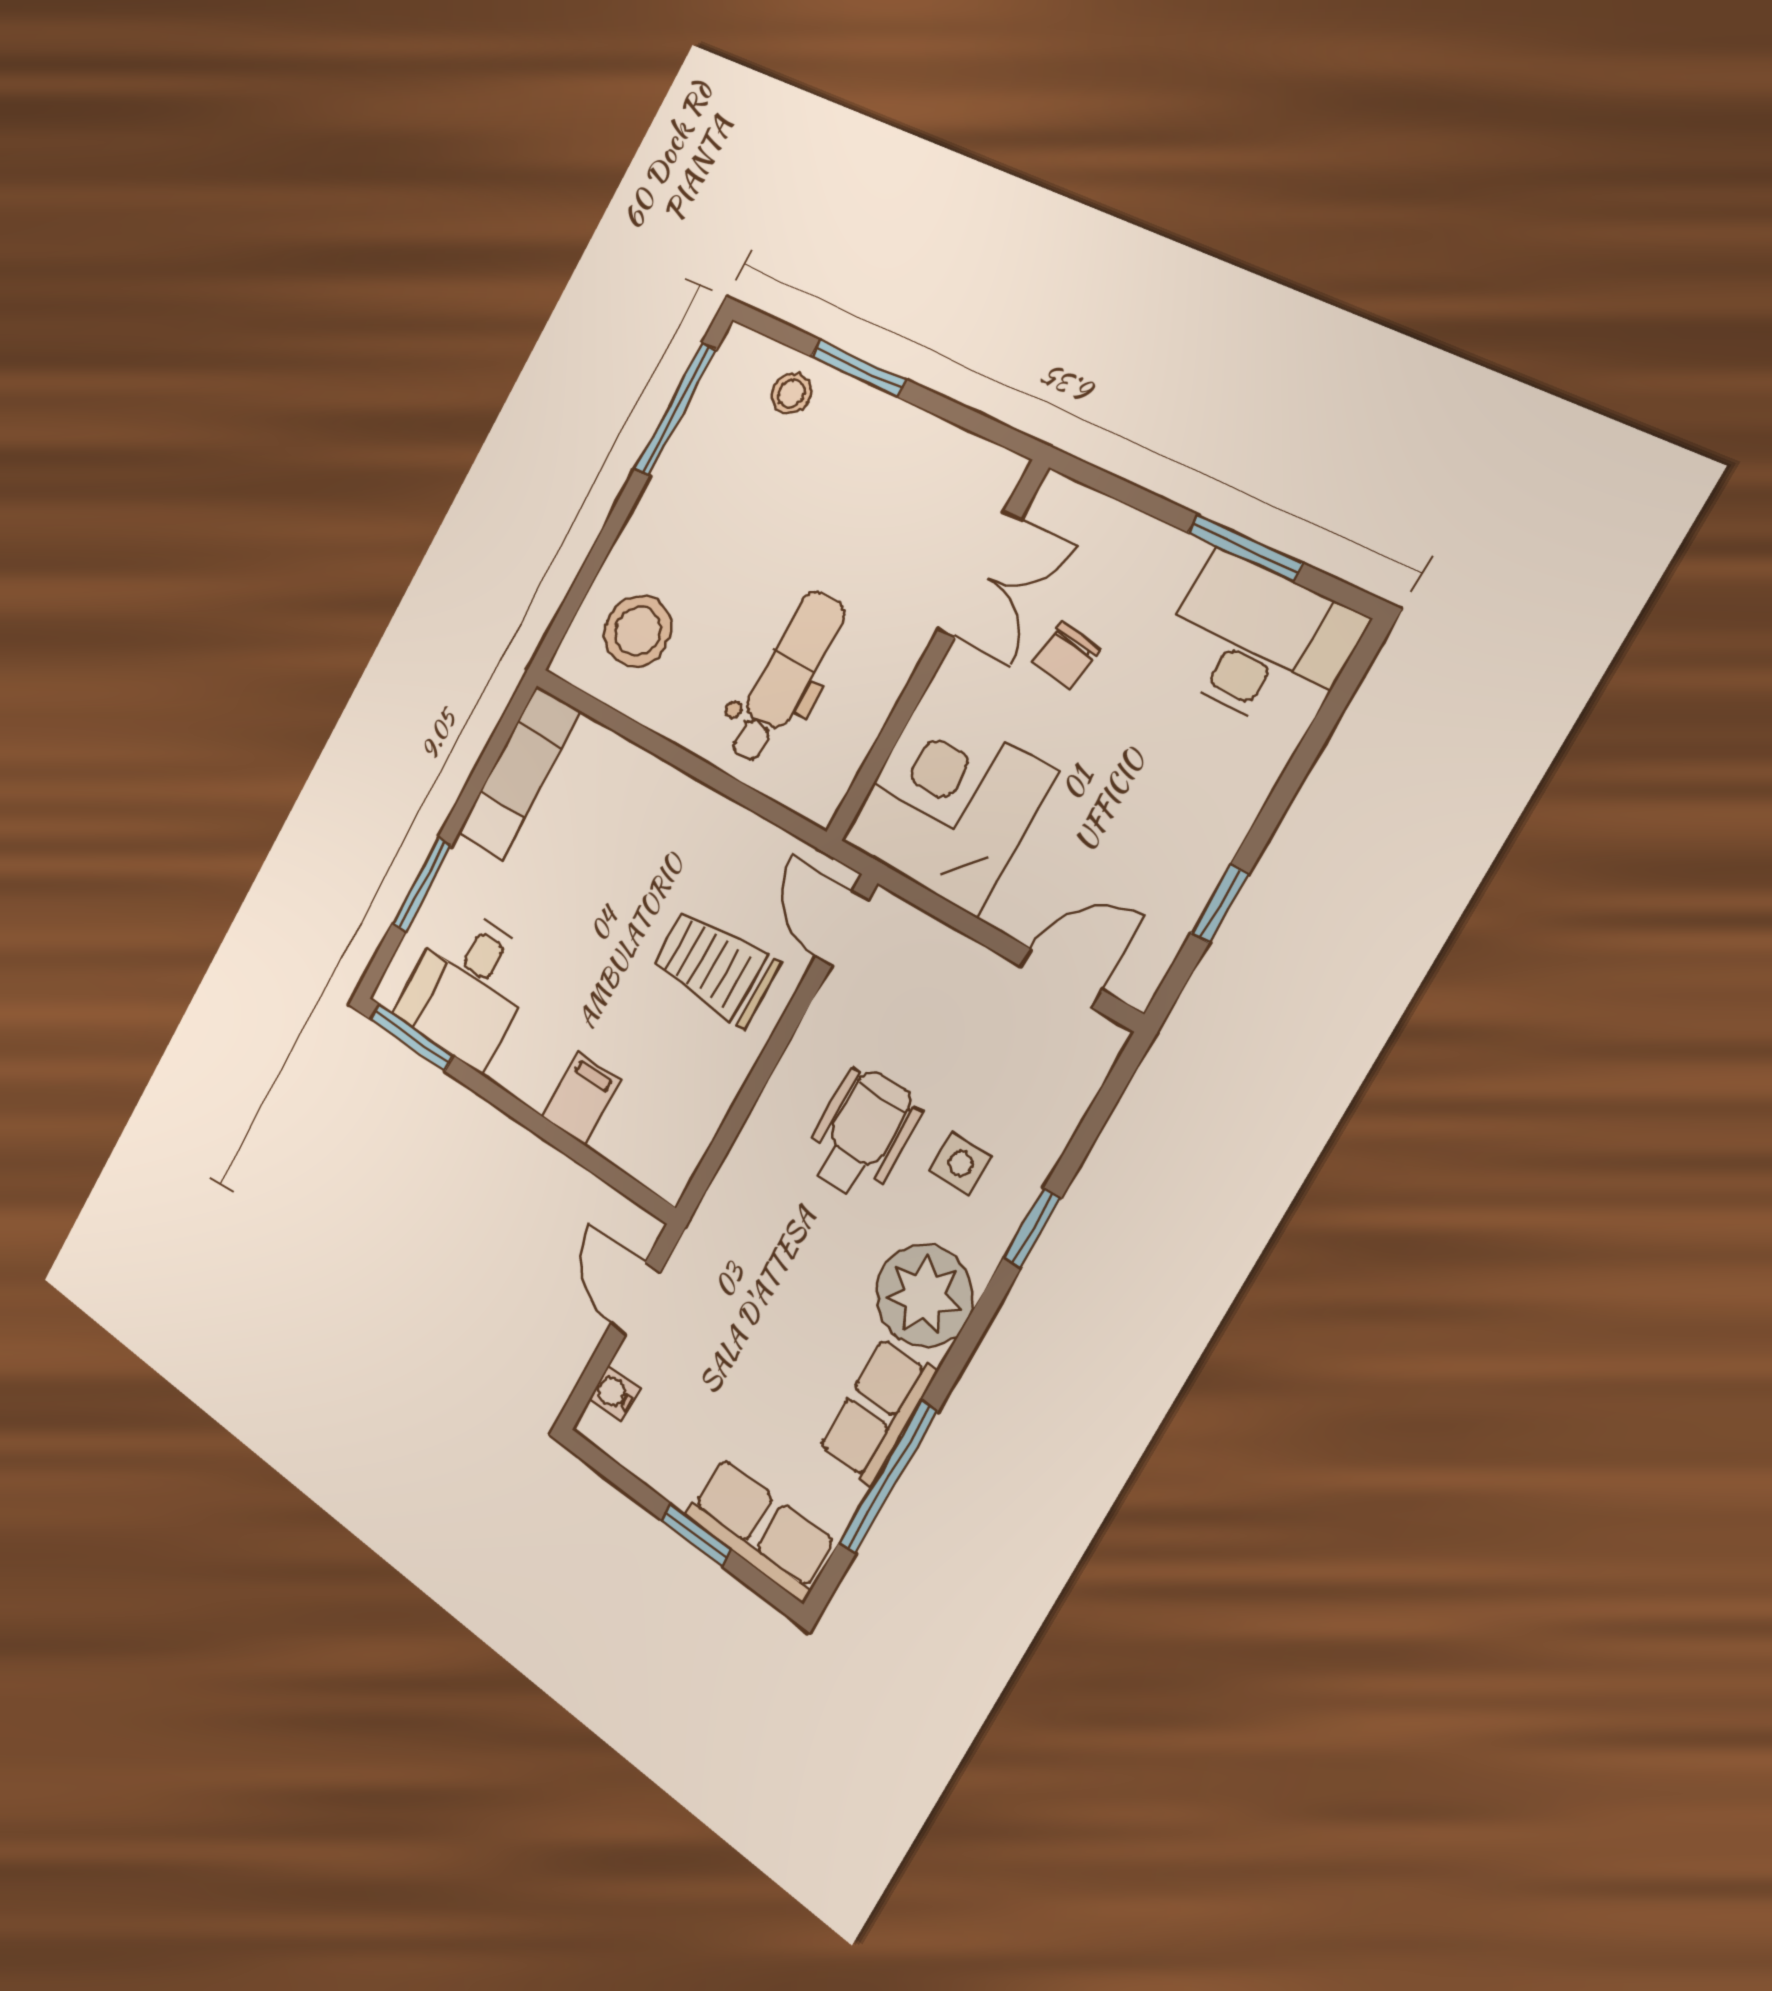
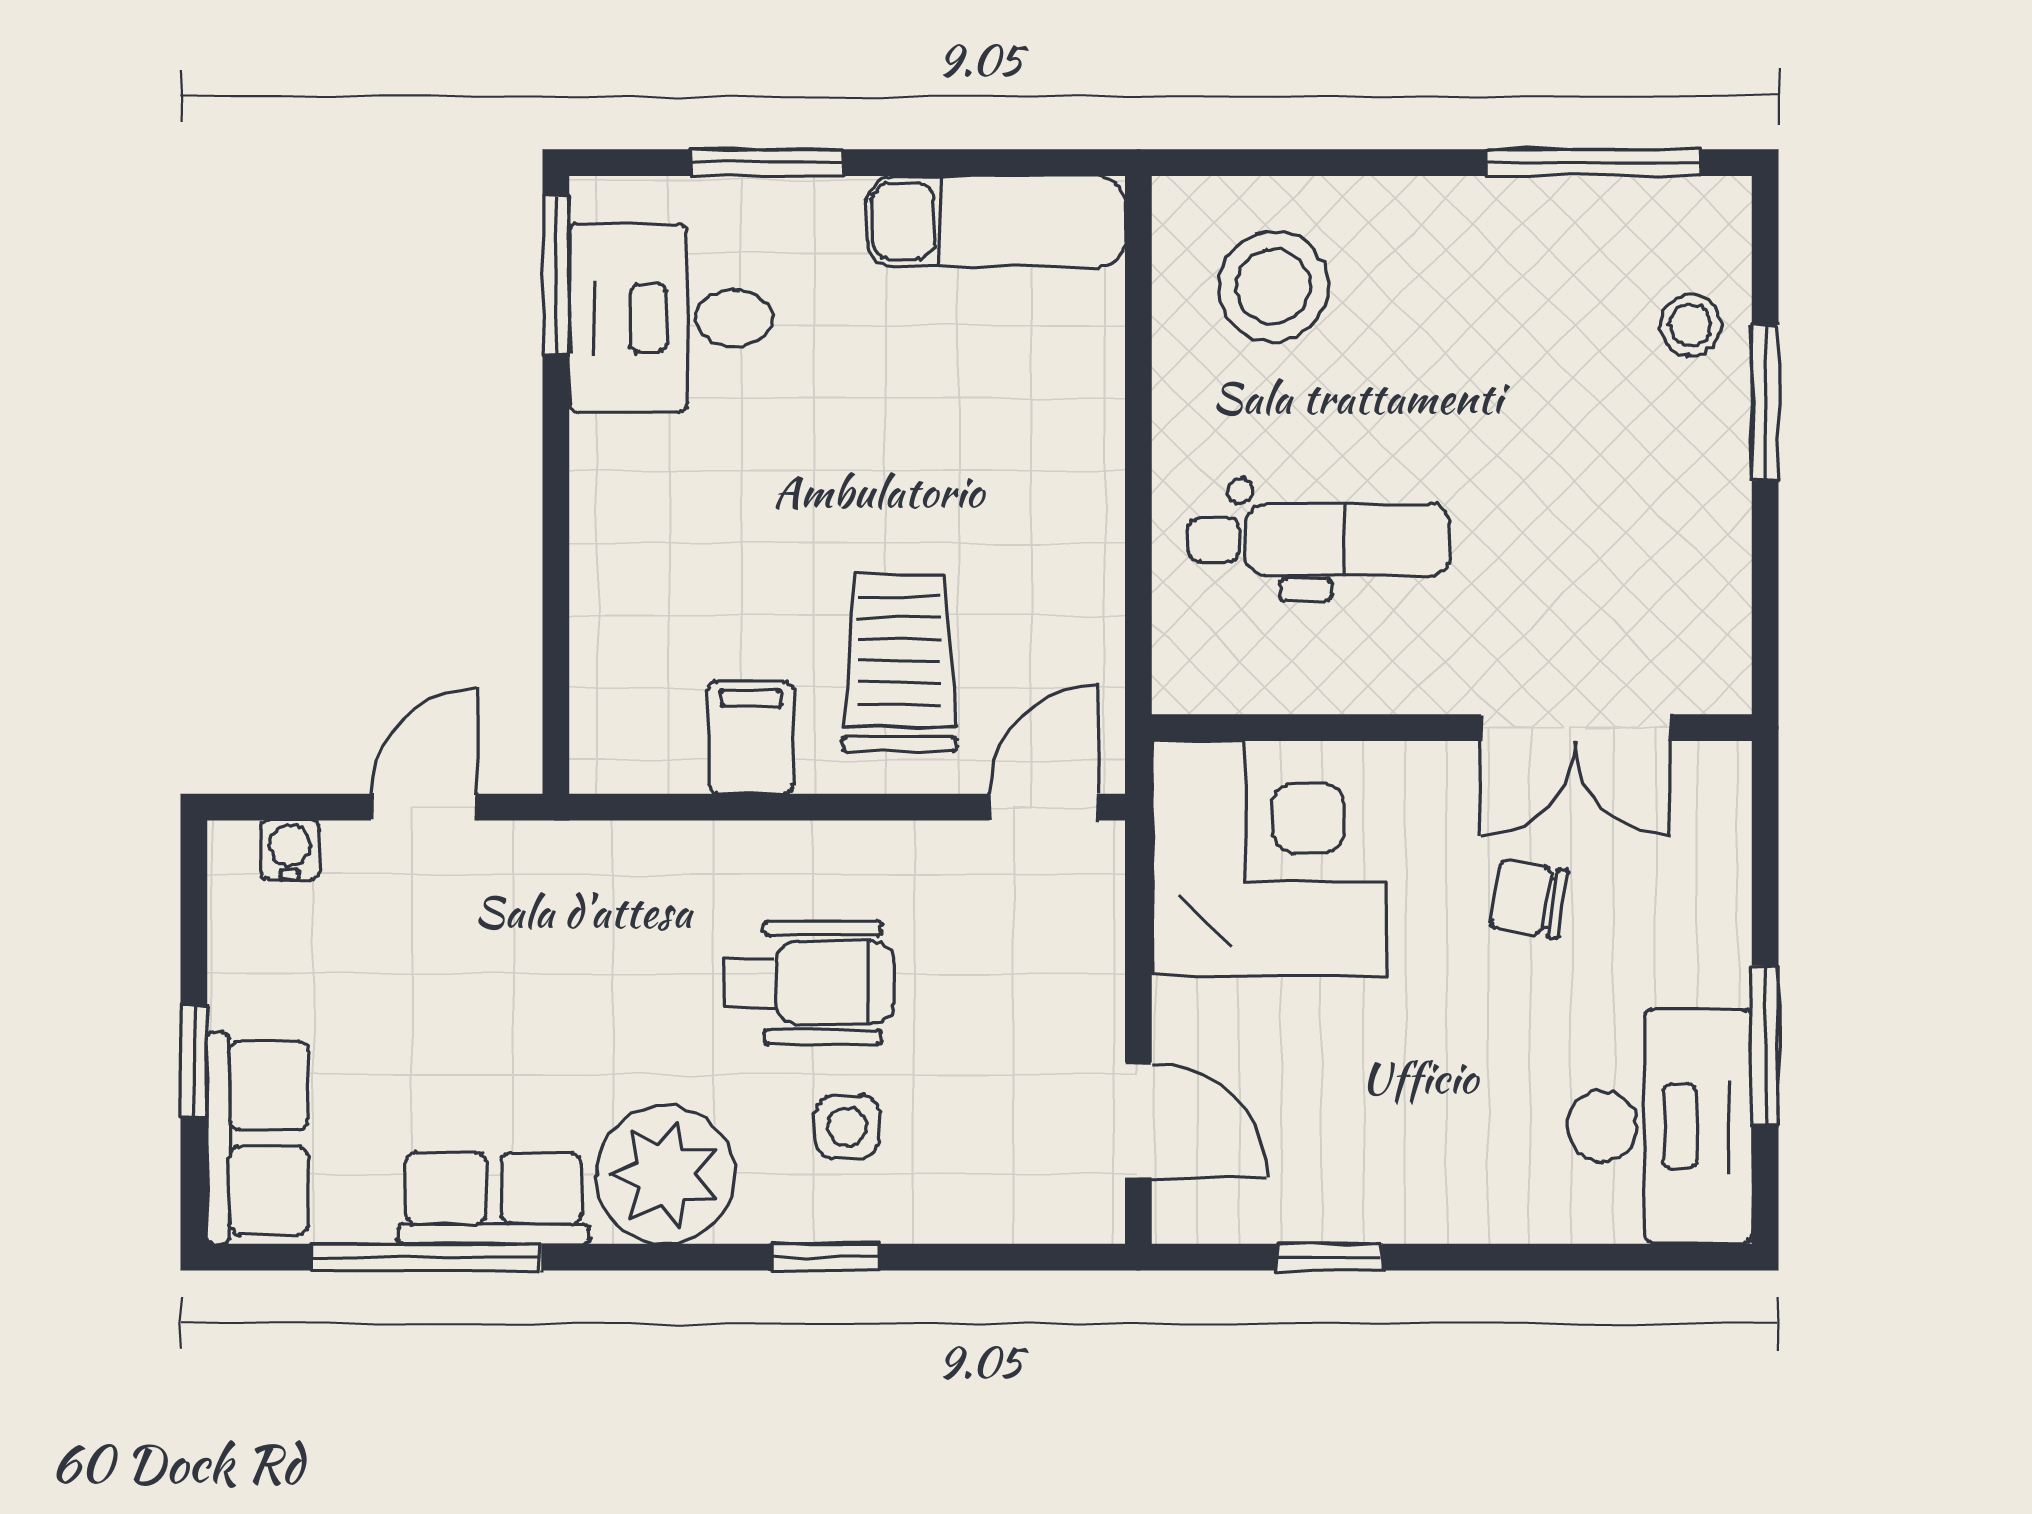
filing cabinet: (581, 1098) -> (751, 737), moved, turned -90

